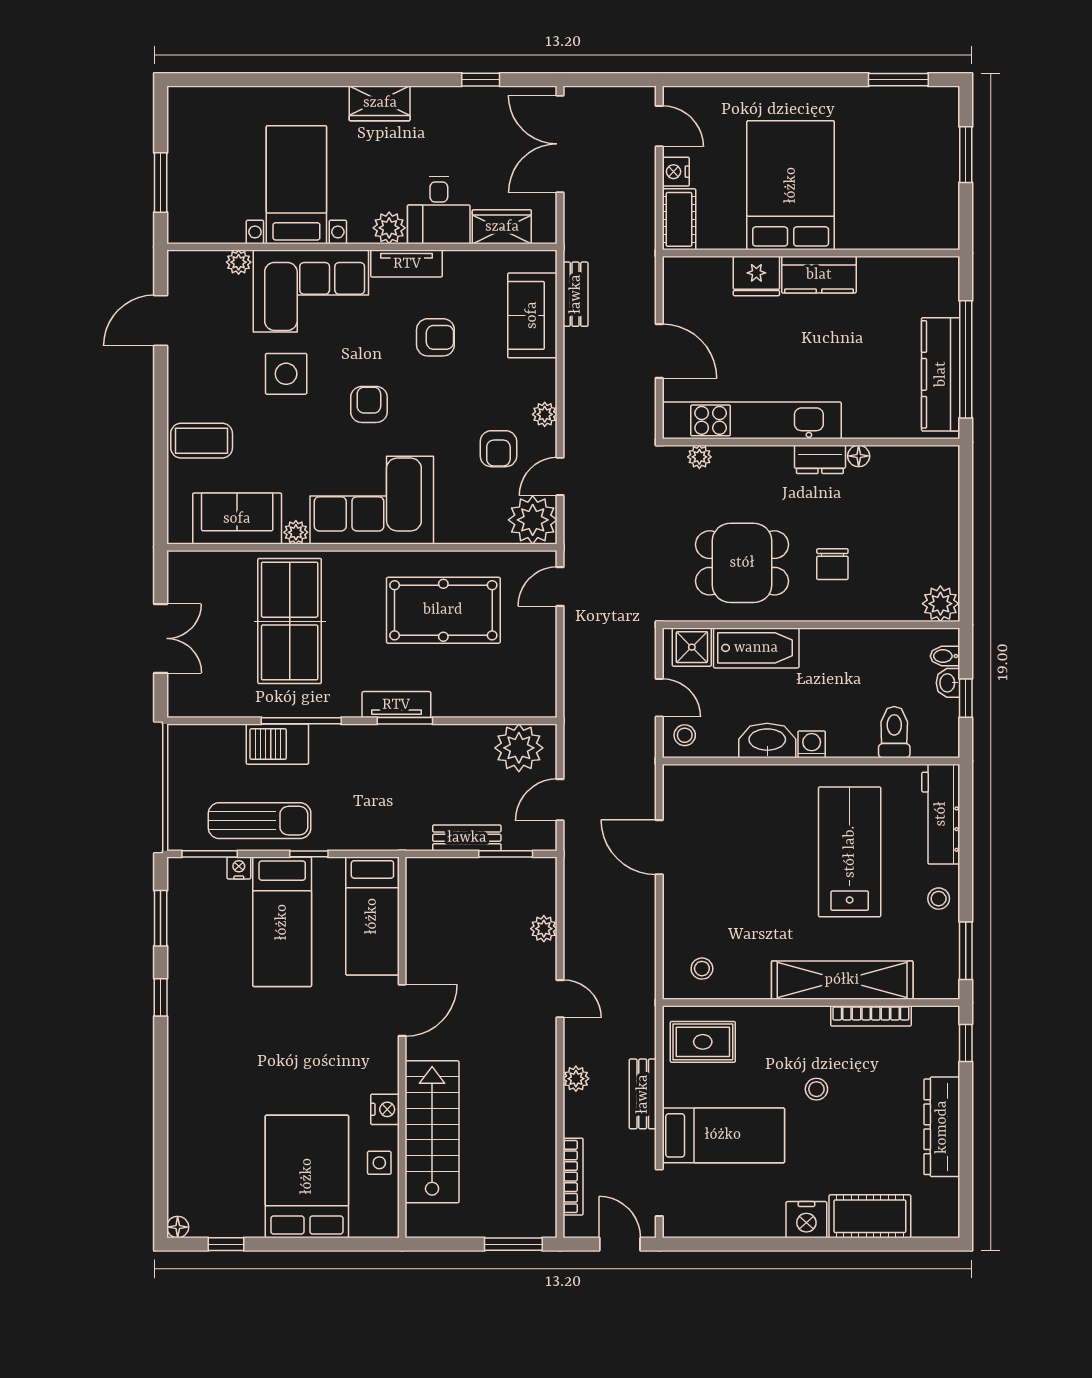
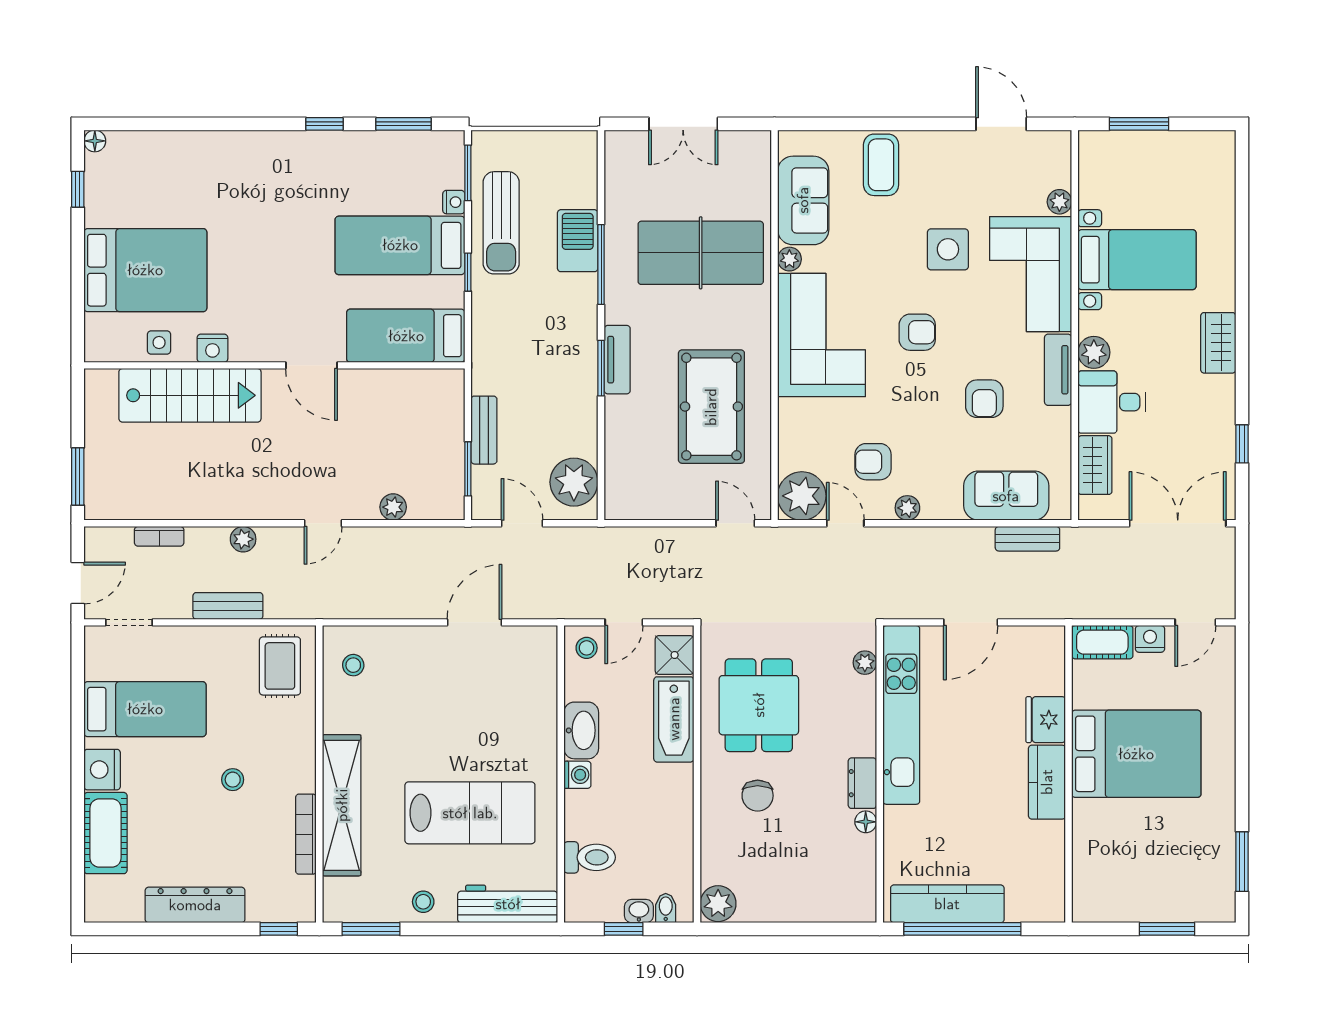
chair: (832, 564) -> (758, 796), turned -90
bed: (723, 1135) -> (145, 709), moved, turned -90
bookcase: (573, 1177) -> (159, 536), width x0.64

